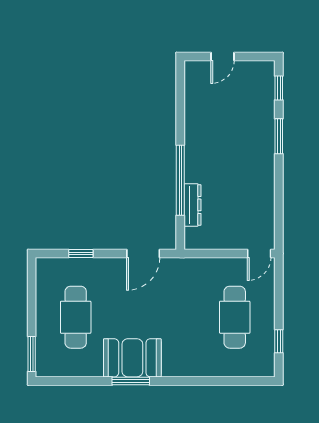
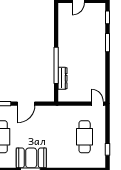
door: (143, 253) -> (26, 104), moved
door: (259, 253) -> (97, 104), swing flipped

